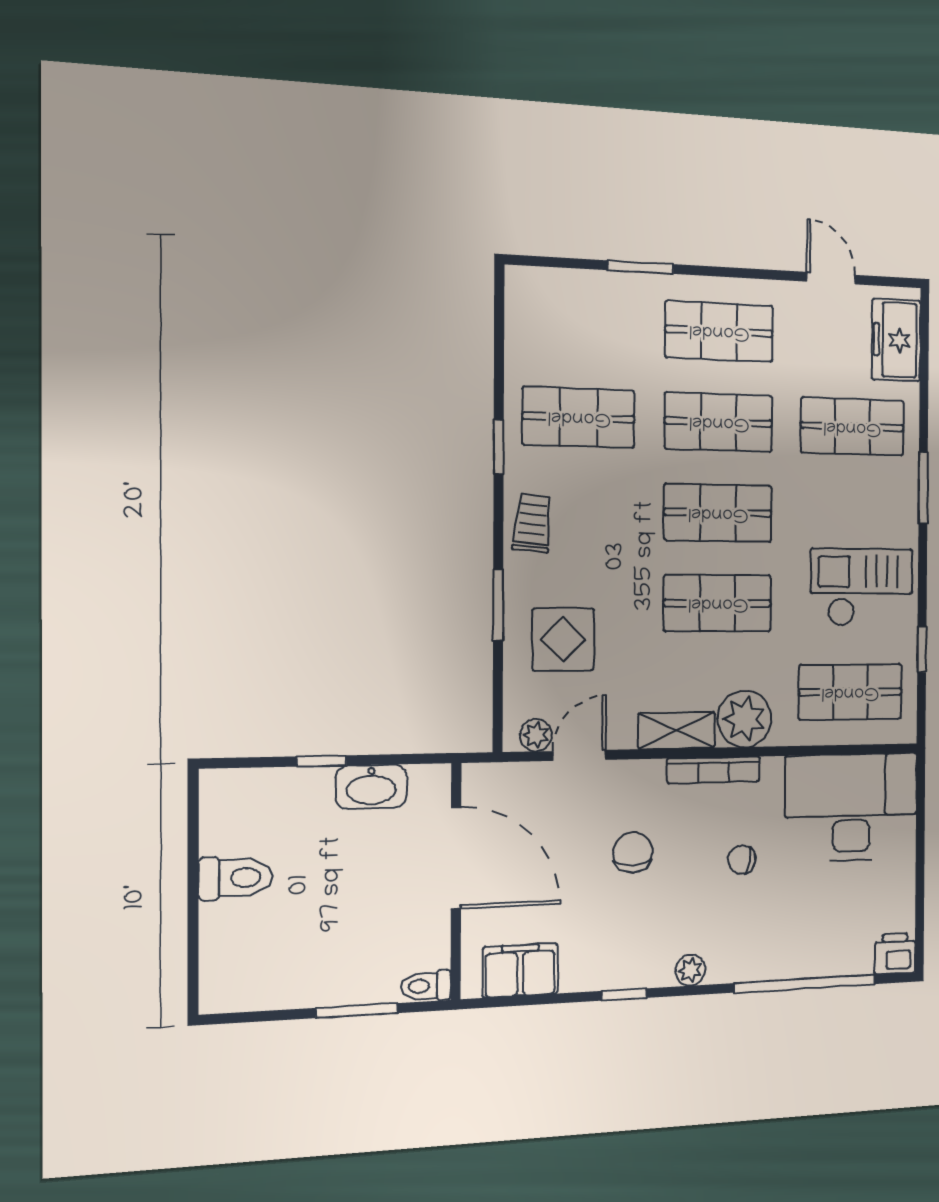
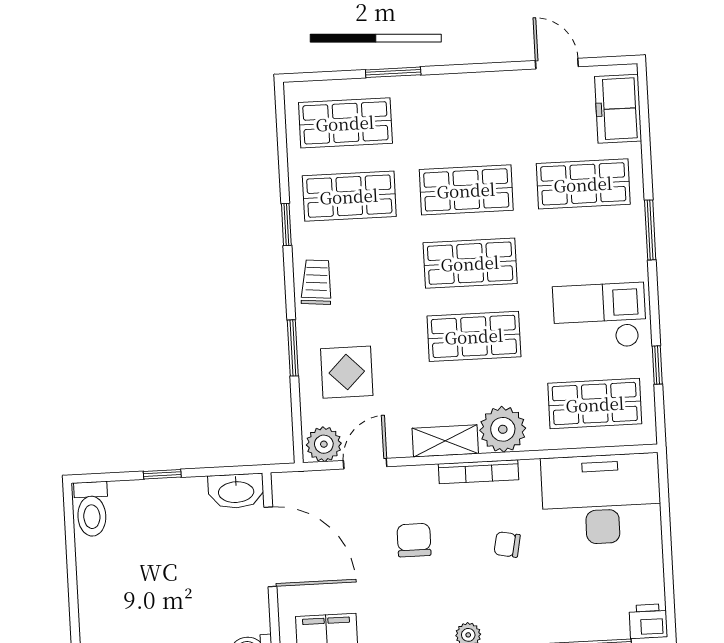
shop shelf: (719, 331) -> (345, 123), moved
plant: (536, 735) -> (324, 444), width x1.38, depth x1.38
washbasin: (371, 787) -> (236, 491), moved
toilet: (235, 878) -> (91, 509), moved, turned 90

